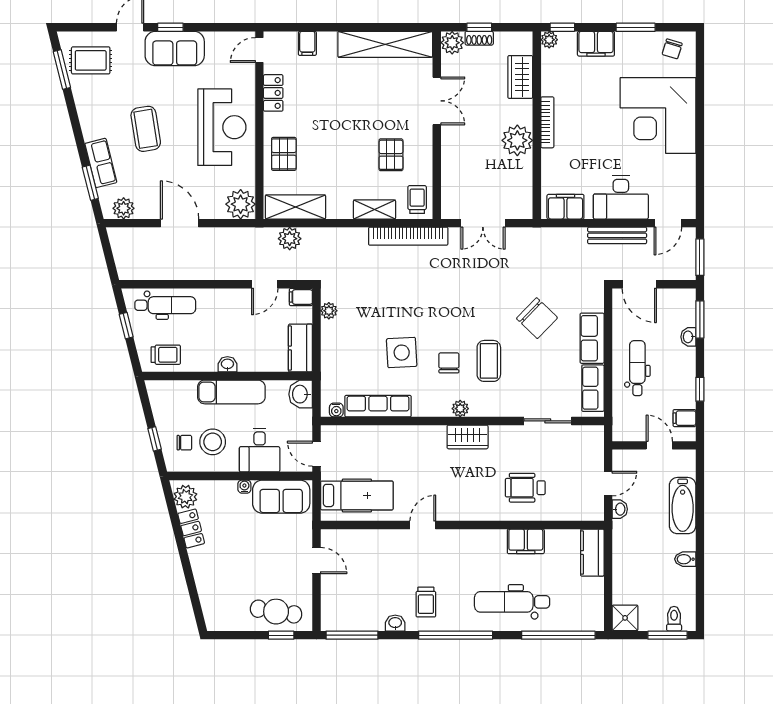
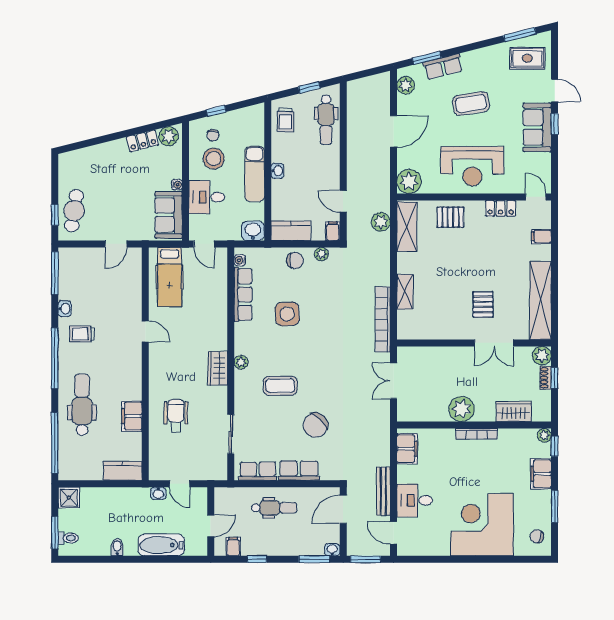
rug: (91, 60) -> (527, 58), turned 90
pallet: (391, 155) -> (483, 304), moved, turned 90
desk: (621, 197) -> (415, 500), width x0.73
trolley: (417, 200) -> (413, 327), removed
washbasin: (688, 337) -> (332, 550), moved
chair: (449, 363) -> (295, 260), moved
door: (316, 454) -> (204, 244), swing flipped

